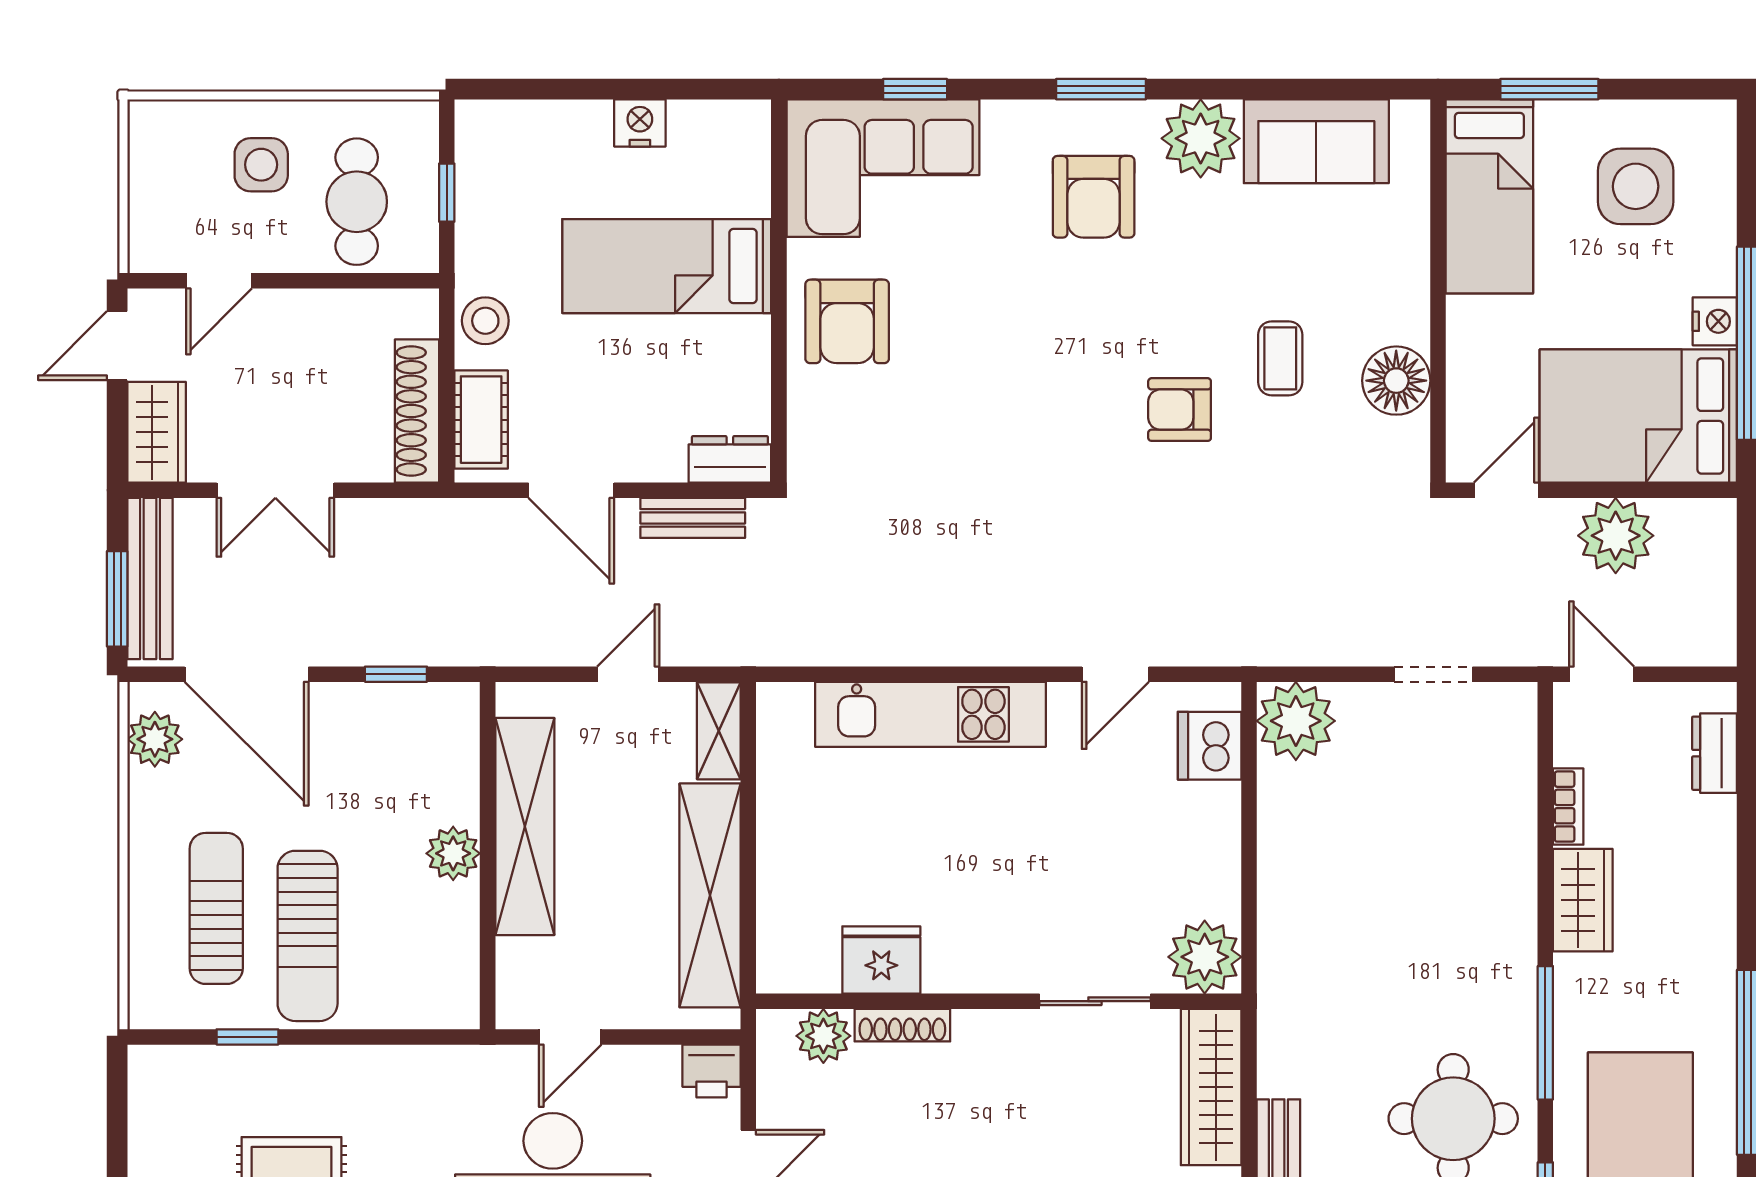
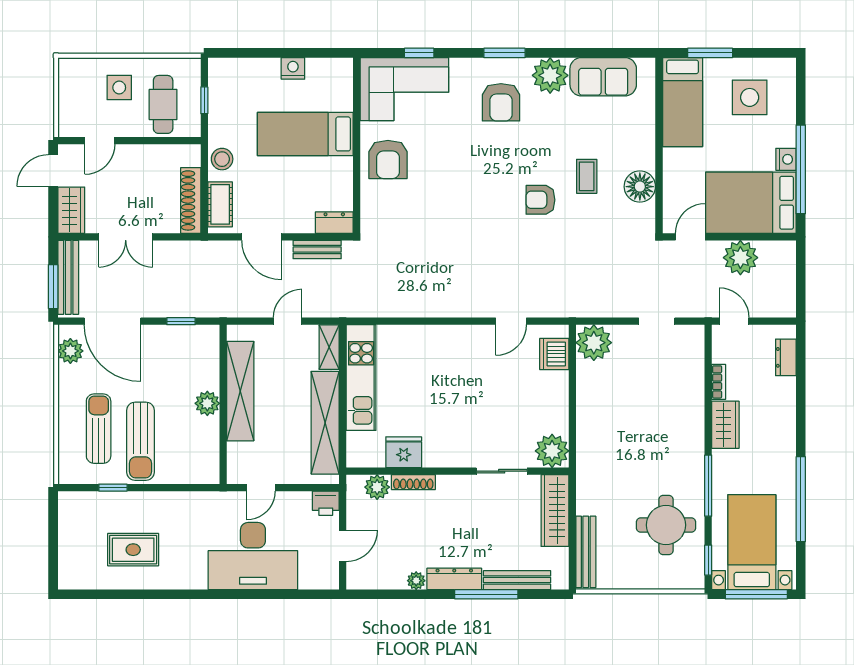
kitchen unit: (930, 714) -> (361, 378), moved, turned -90

